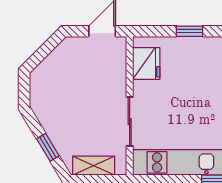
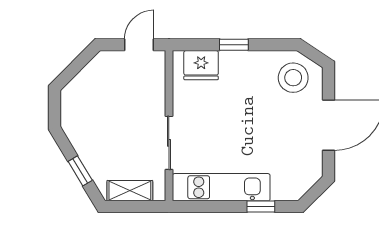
fridge: (146, 64) -> (201, 65), moved, turned 90

